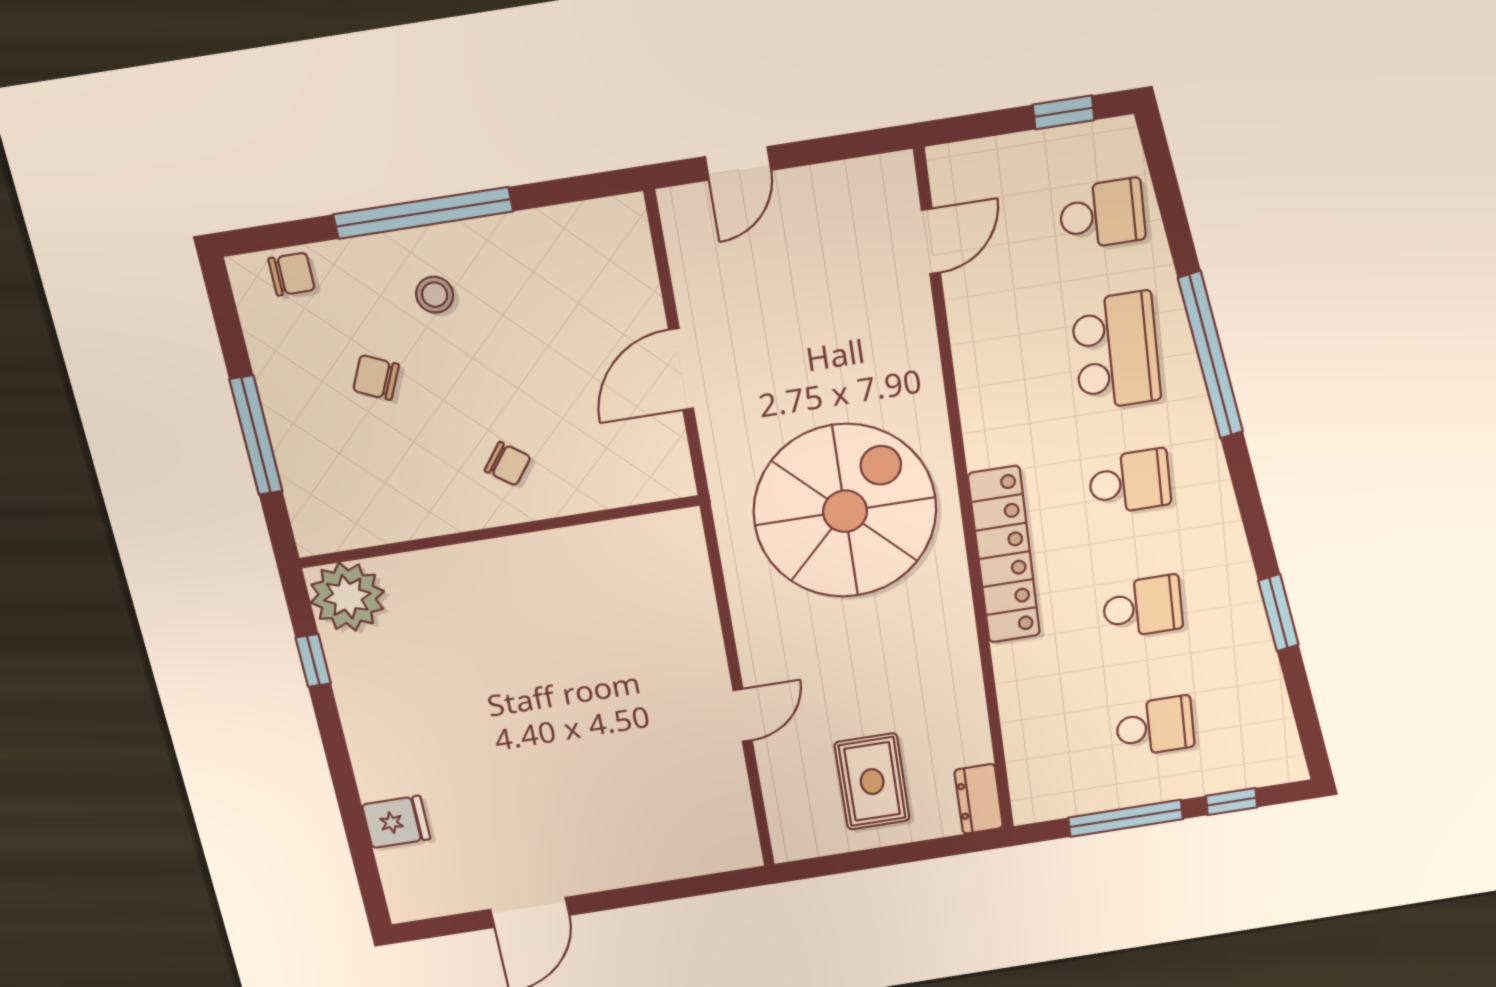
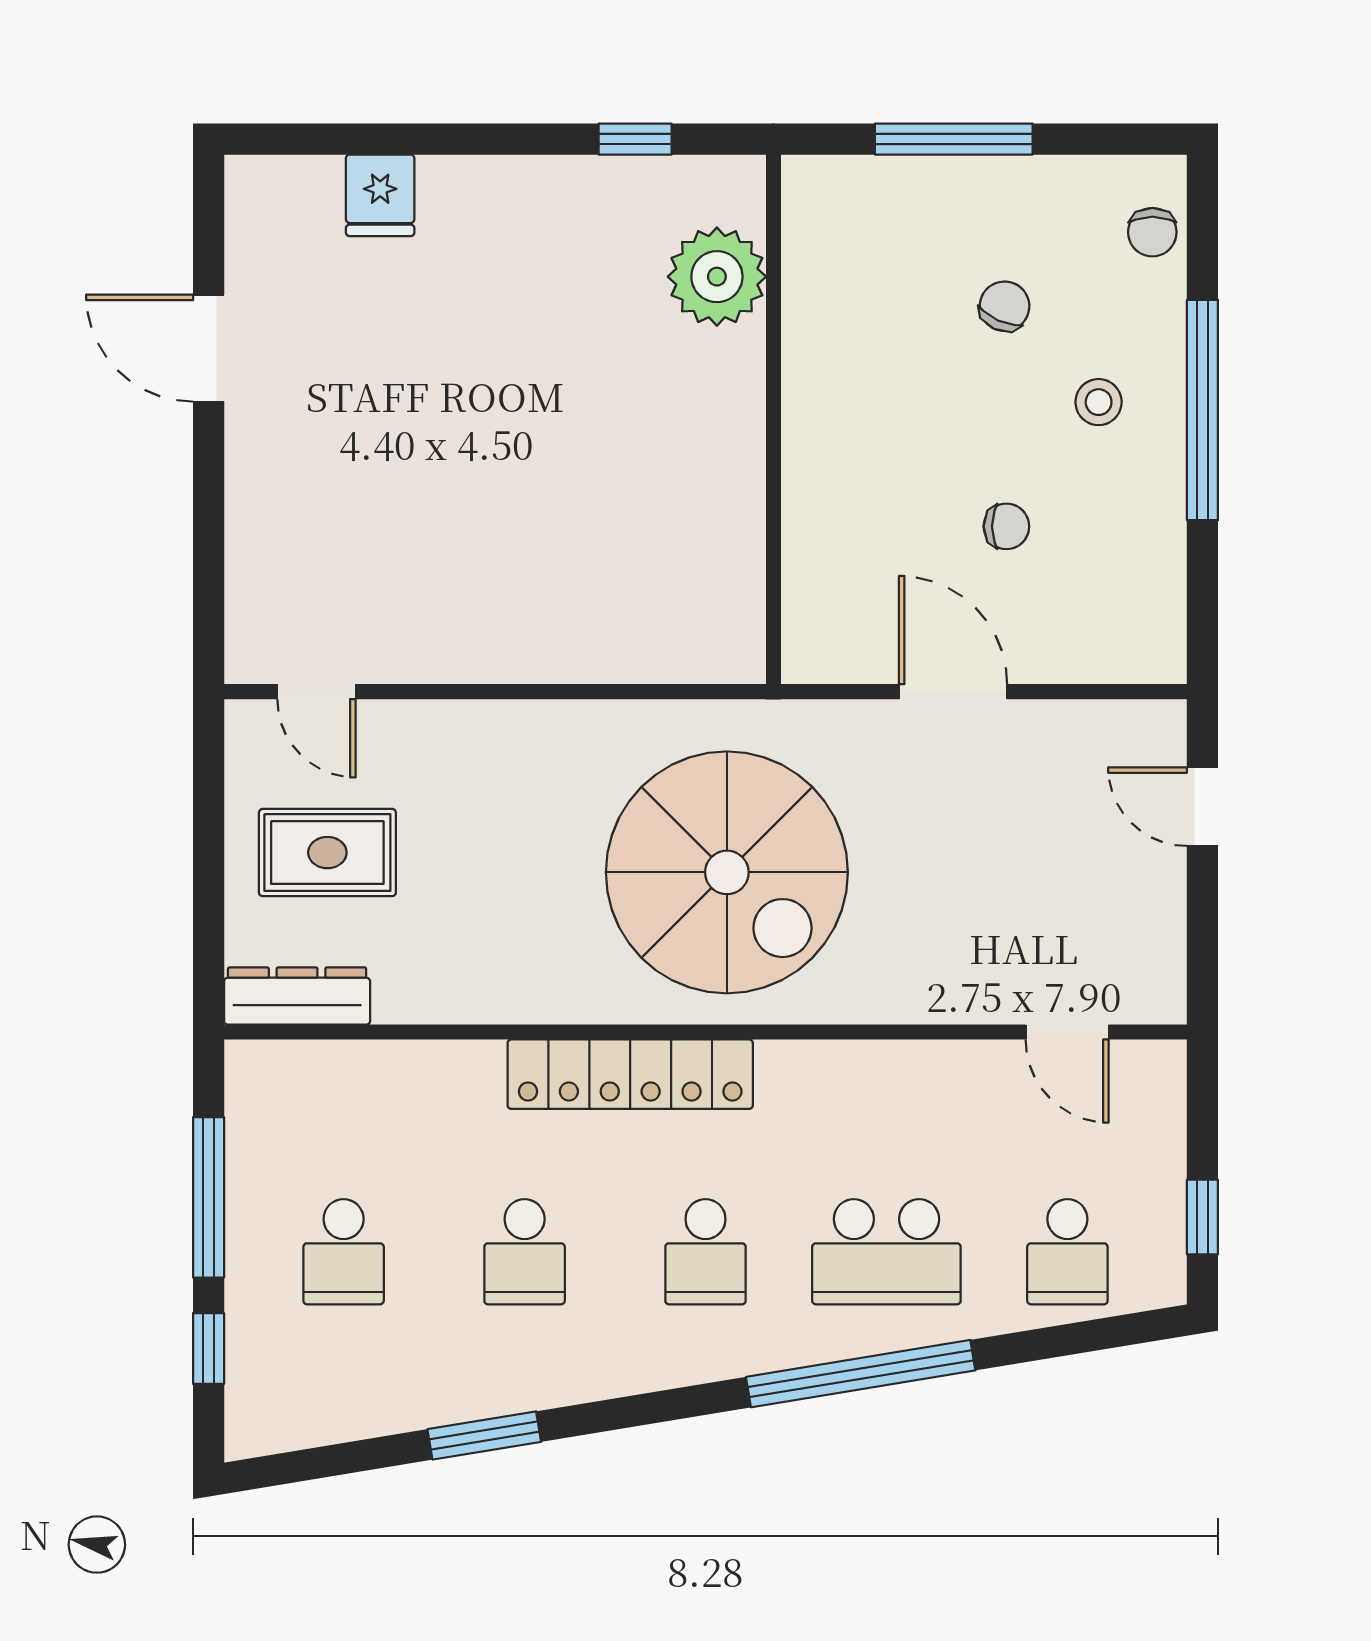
chair: (508, 464) -> (1006, 526), moved, turned -127
plant: (347, 597) -> (717, 277), moved
door: (743, 715) -> (317, 692), moved
dresser: (979, 799) -> (297, 996), width x1.44

